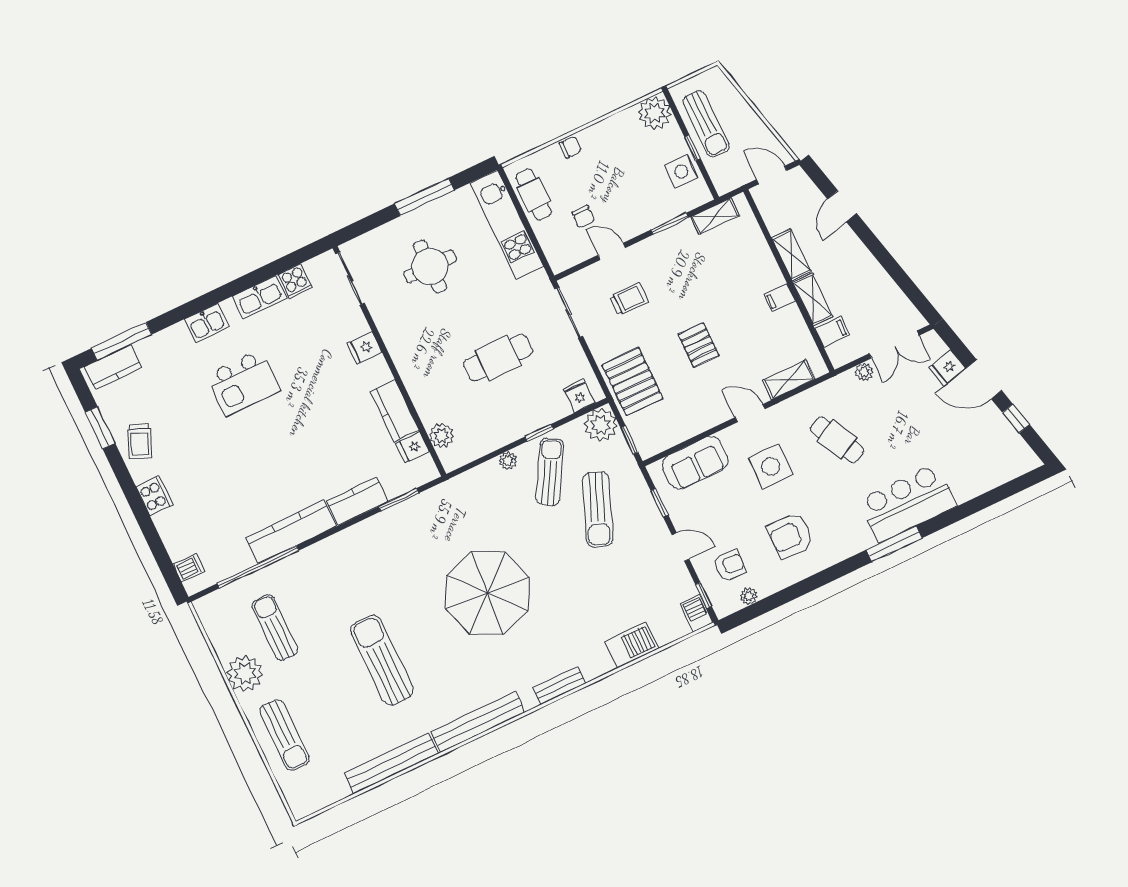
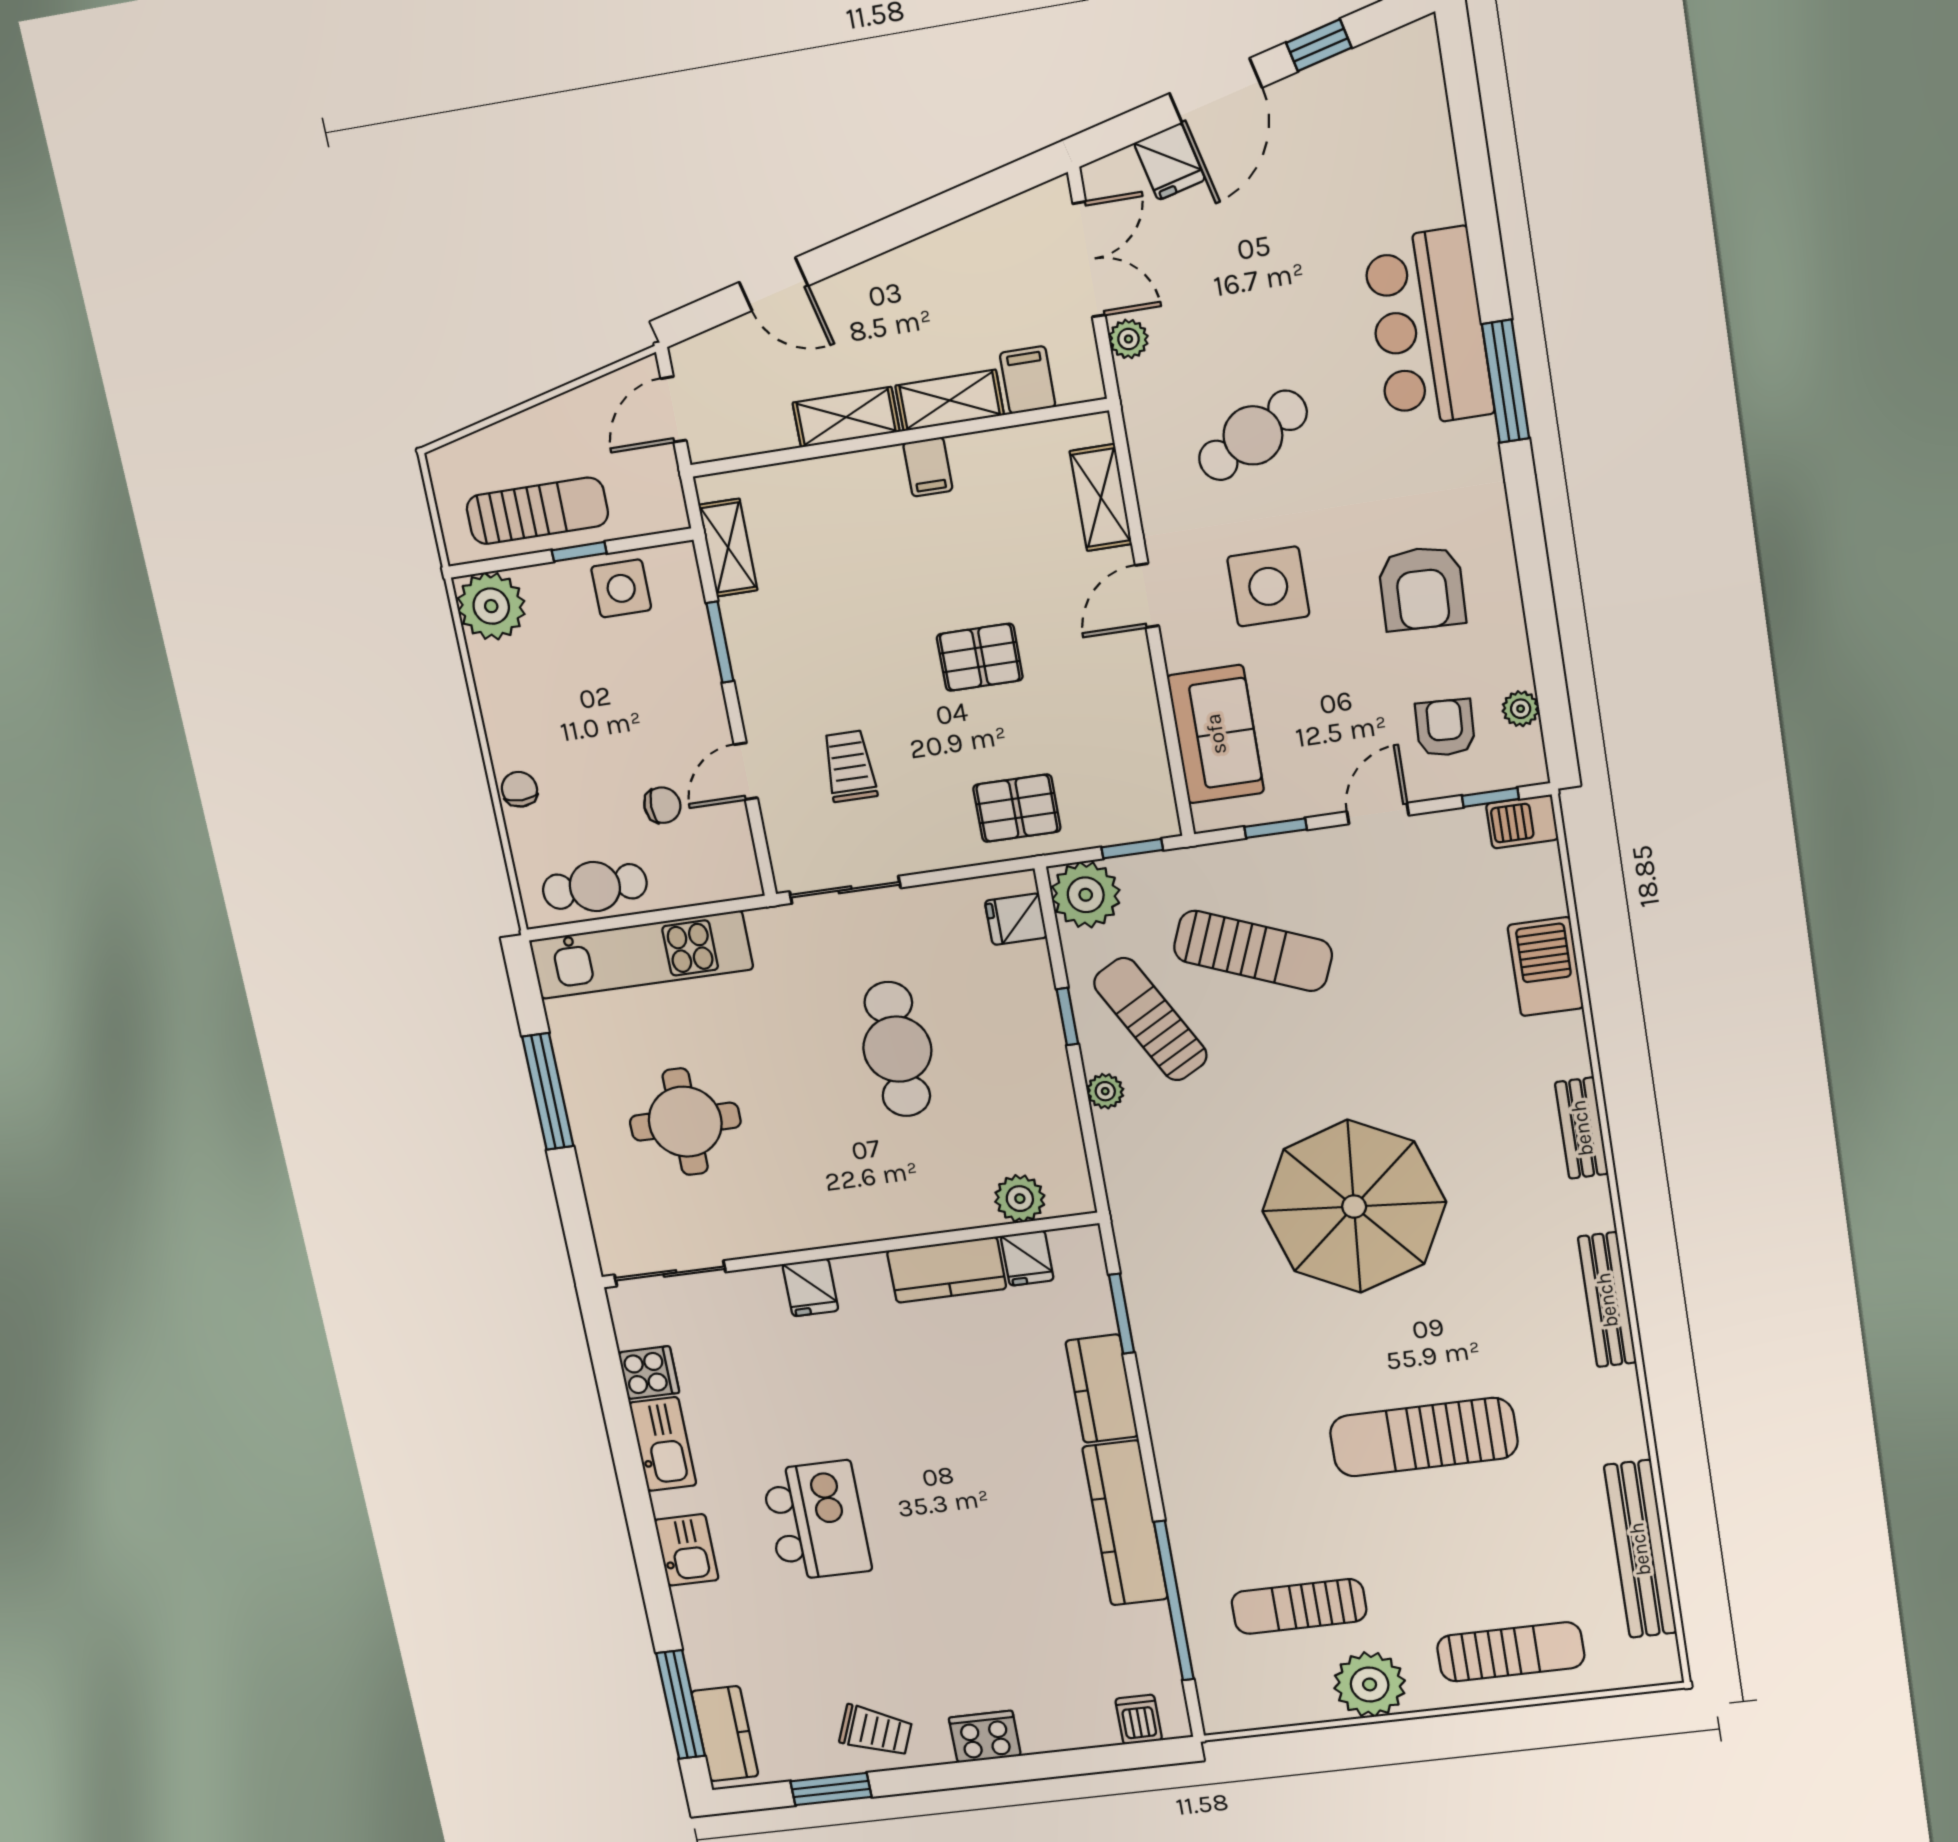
pallet: (632, 382) -> (1017, 808), width x0.67, depth x0.71
sun lounger: (550, 472) -> (1150, 1019), turned 31
bench: (478, 722) -> (1607, 1300), width x0.73, depth x0.82
bench: (392, 763) -> (1640, 1549), moved

